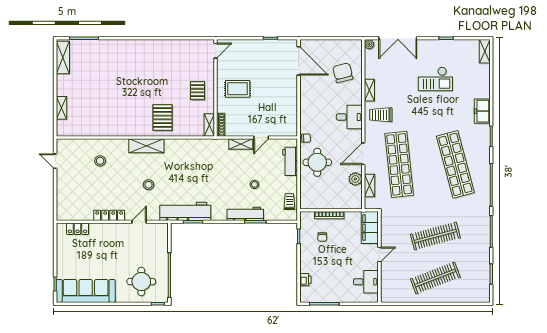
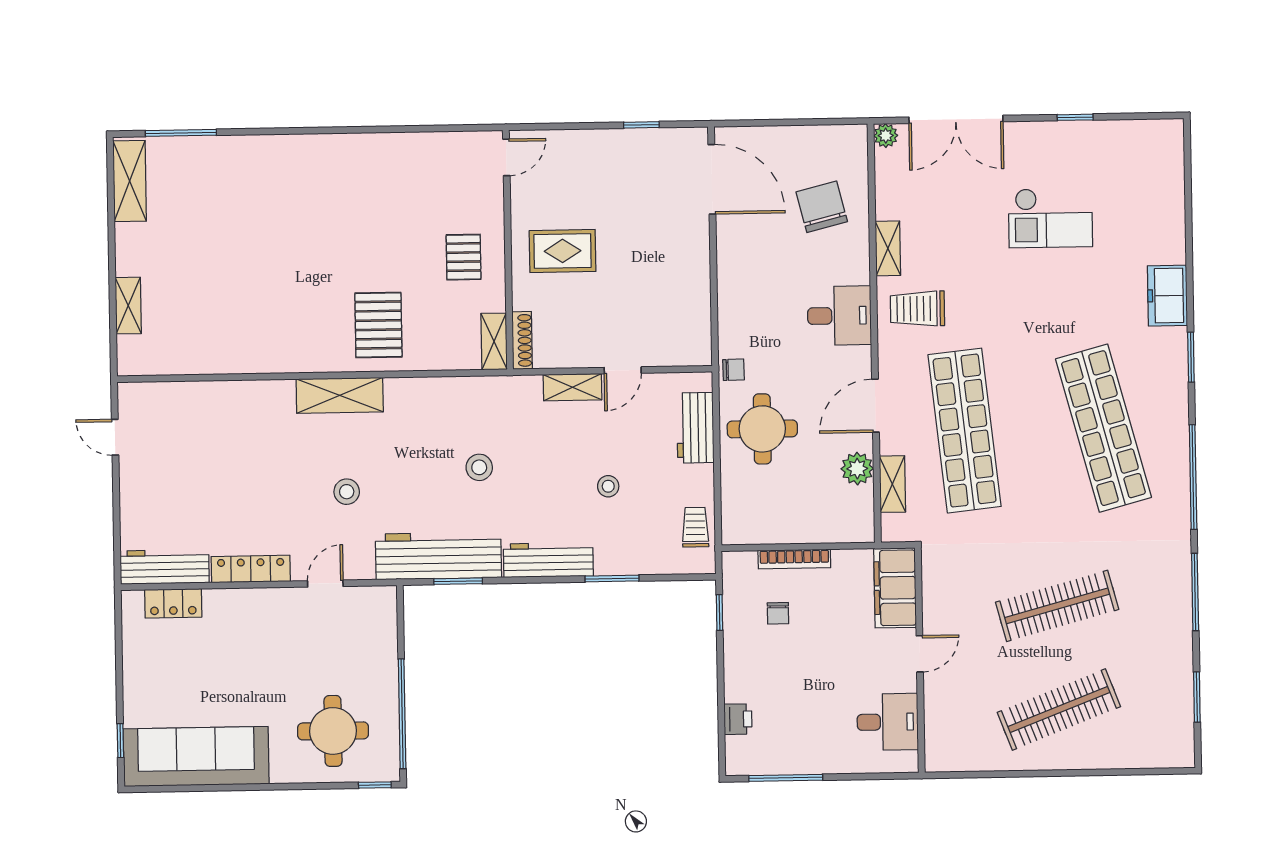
shelving: (485, 51) -> (1171, 148), removed
stool: (100, 161) -> (479, 467), moved
workbench: (74, 214) -> (165, 567), added
workbench: (245, 214) -> (548, 560), moved

